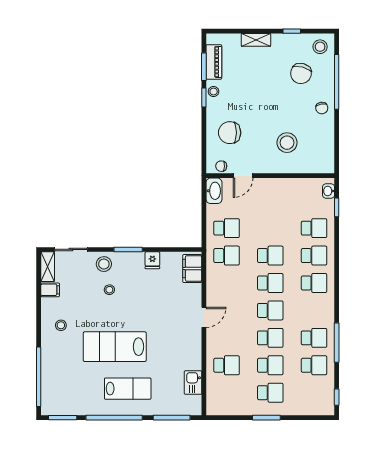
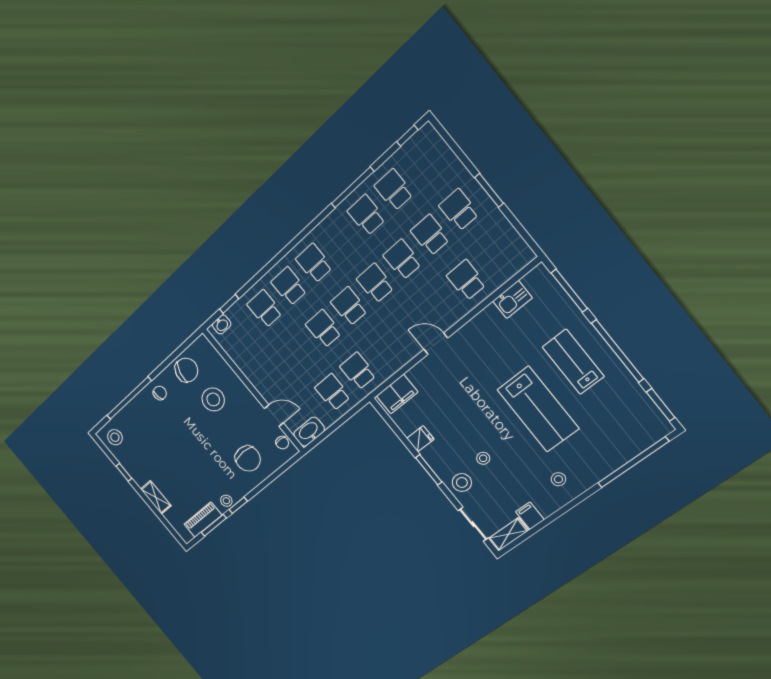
chair: (301, 74) -> (186, 370), moved

